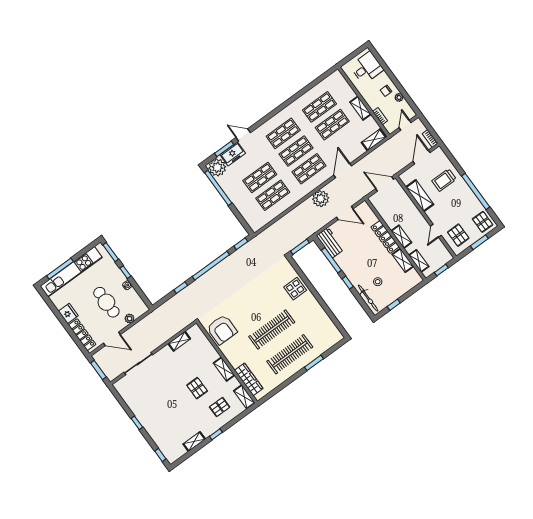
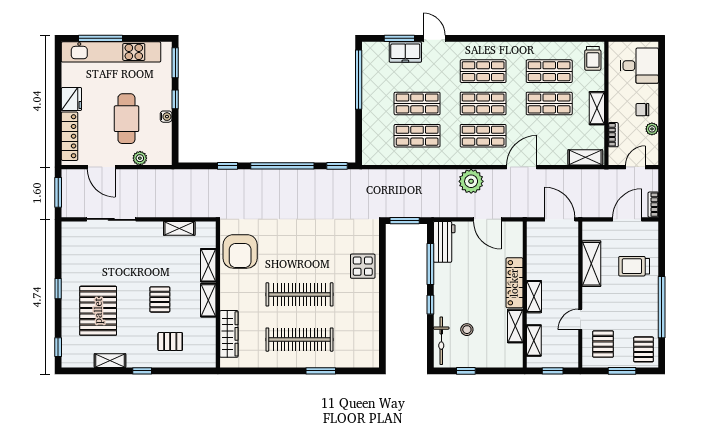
trolley: (338, 82) -> (593, 58), added
plant: (217, 167) -> (375, 55), removed
shelving: (244, 397) -> (208, 265), moved
pallet: (168, 419) -> (98, 311), added

